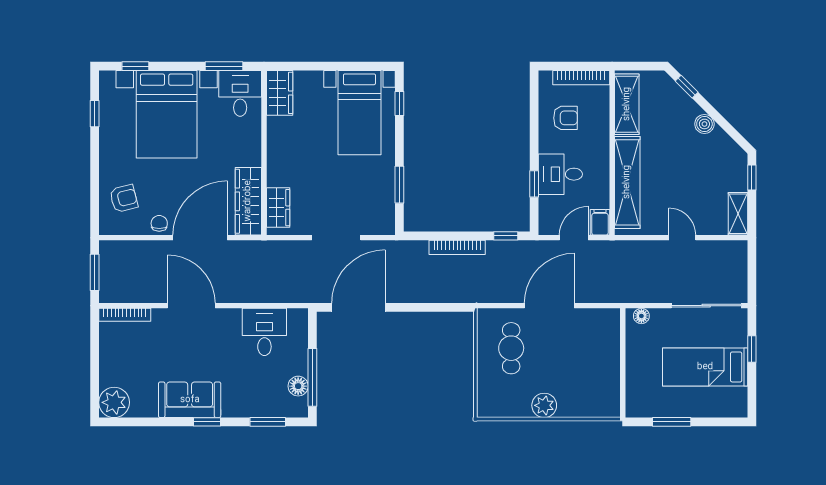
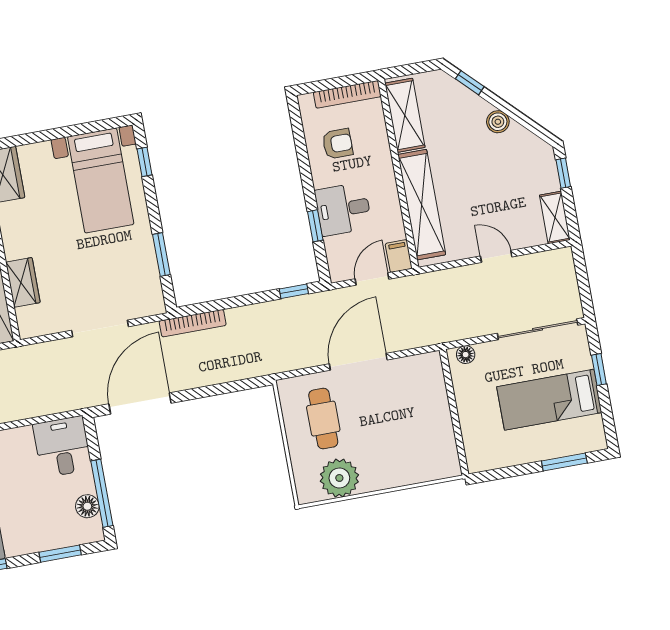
wardrobe: (278, 208) -> (23, 282), moved
bookcase: (457, 247) -> (193, 323), moved
desk: (264, 332) -> (62, 447), moved
plant: (544, 405) -> (339, 478), moved, width x1.36, depth x1.36
window: (672, 422) -> (564, 462), moved

